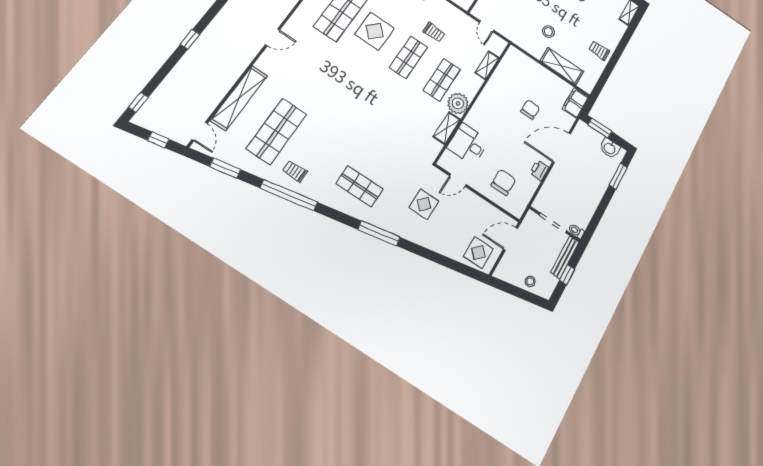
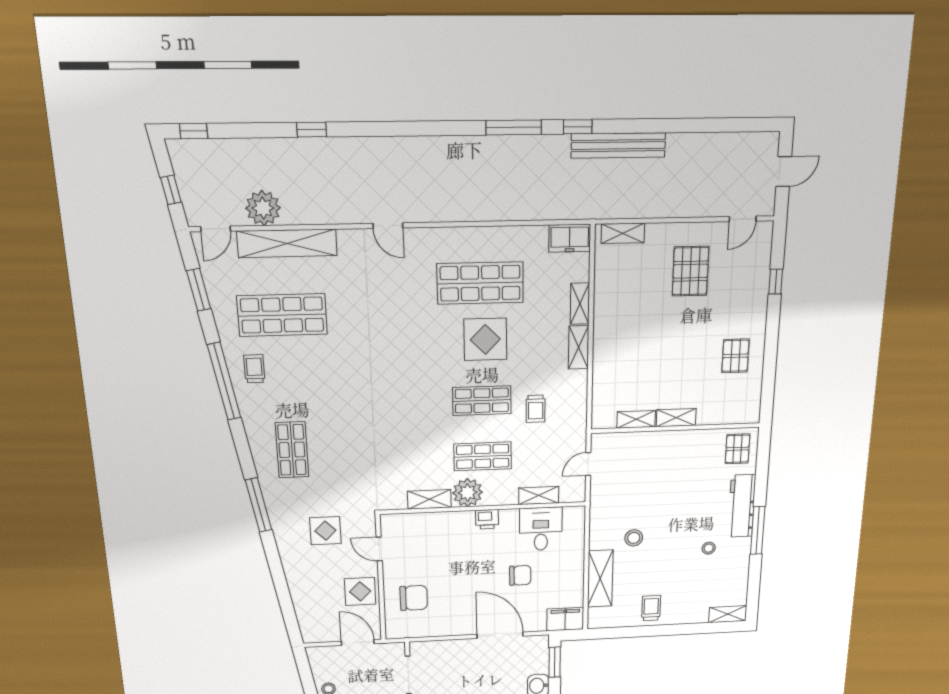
plant: (210, 96) -> (263, 208), added
desk: (468, 144) -> (541, 529), moved
printer: (539, 170) -> (487, 519), moved, turned 180
display table: (478, 253) -> (360, 591), moved

